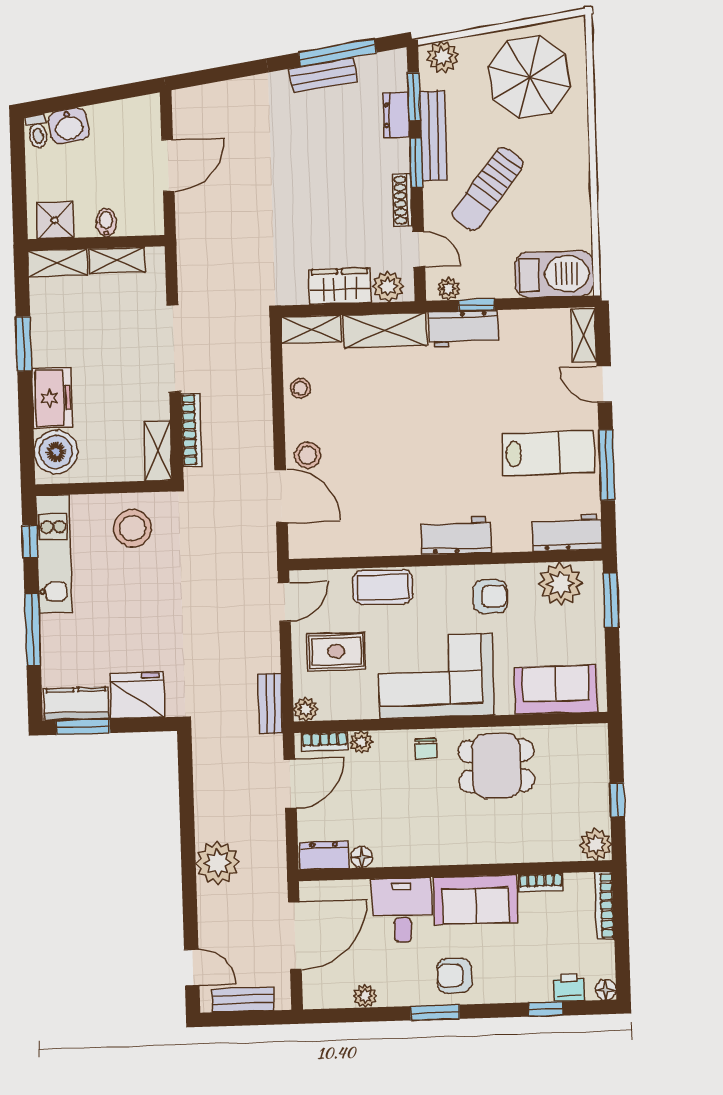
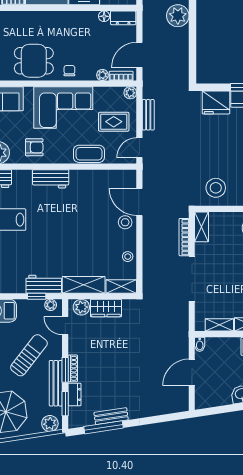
shoe rack: (402, 200) -> (73, 368), moved
bidet: (106, 222) -> (200, 344), moved
armchair: (490, 596) -> (34, 147), turned 180
bench: (270, 704) -> (148, 115), moved

